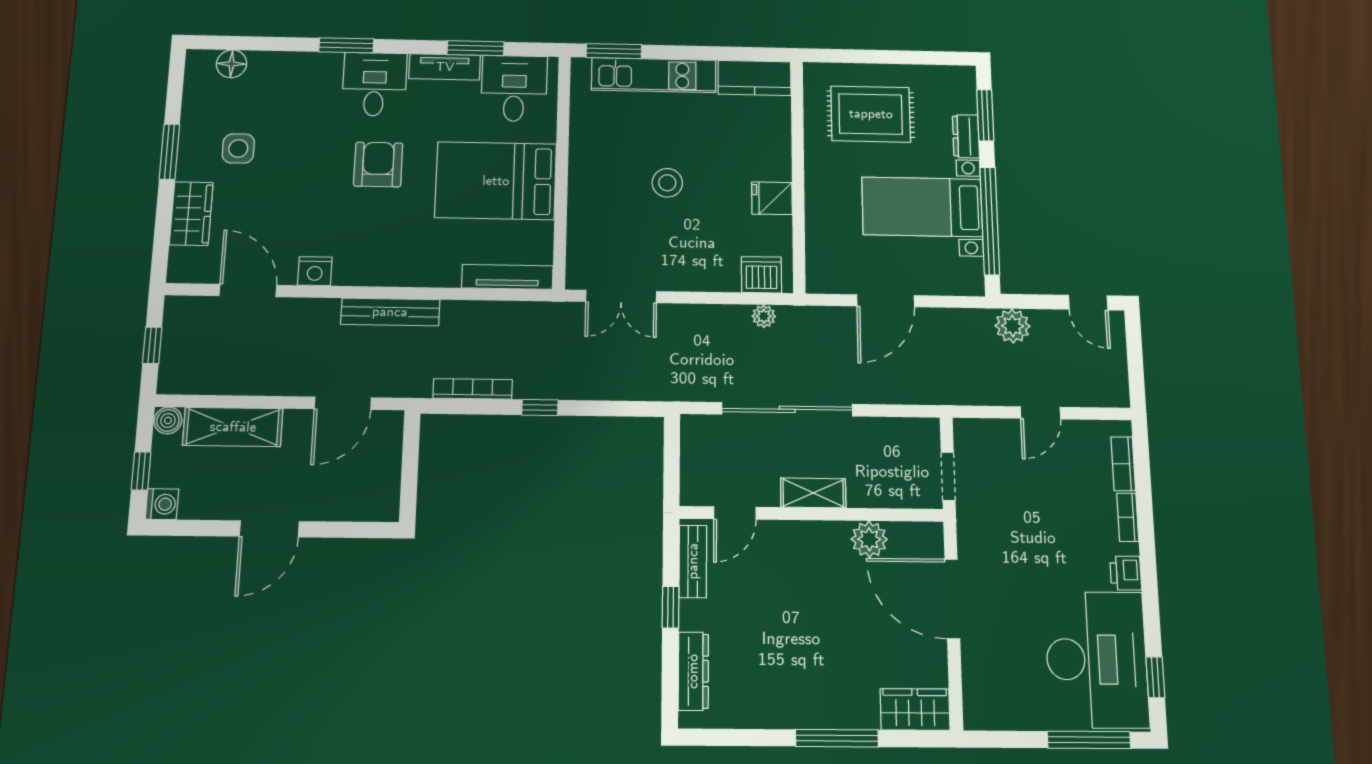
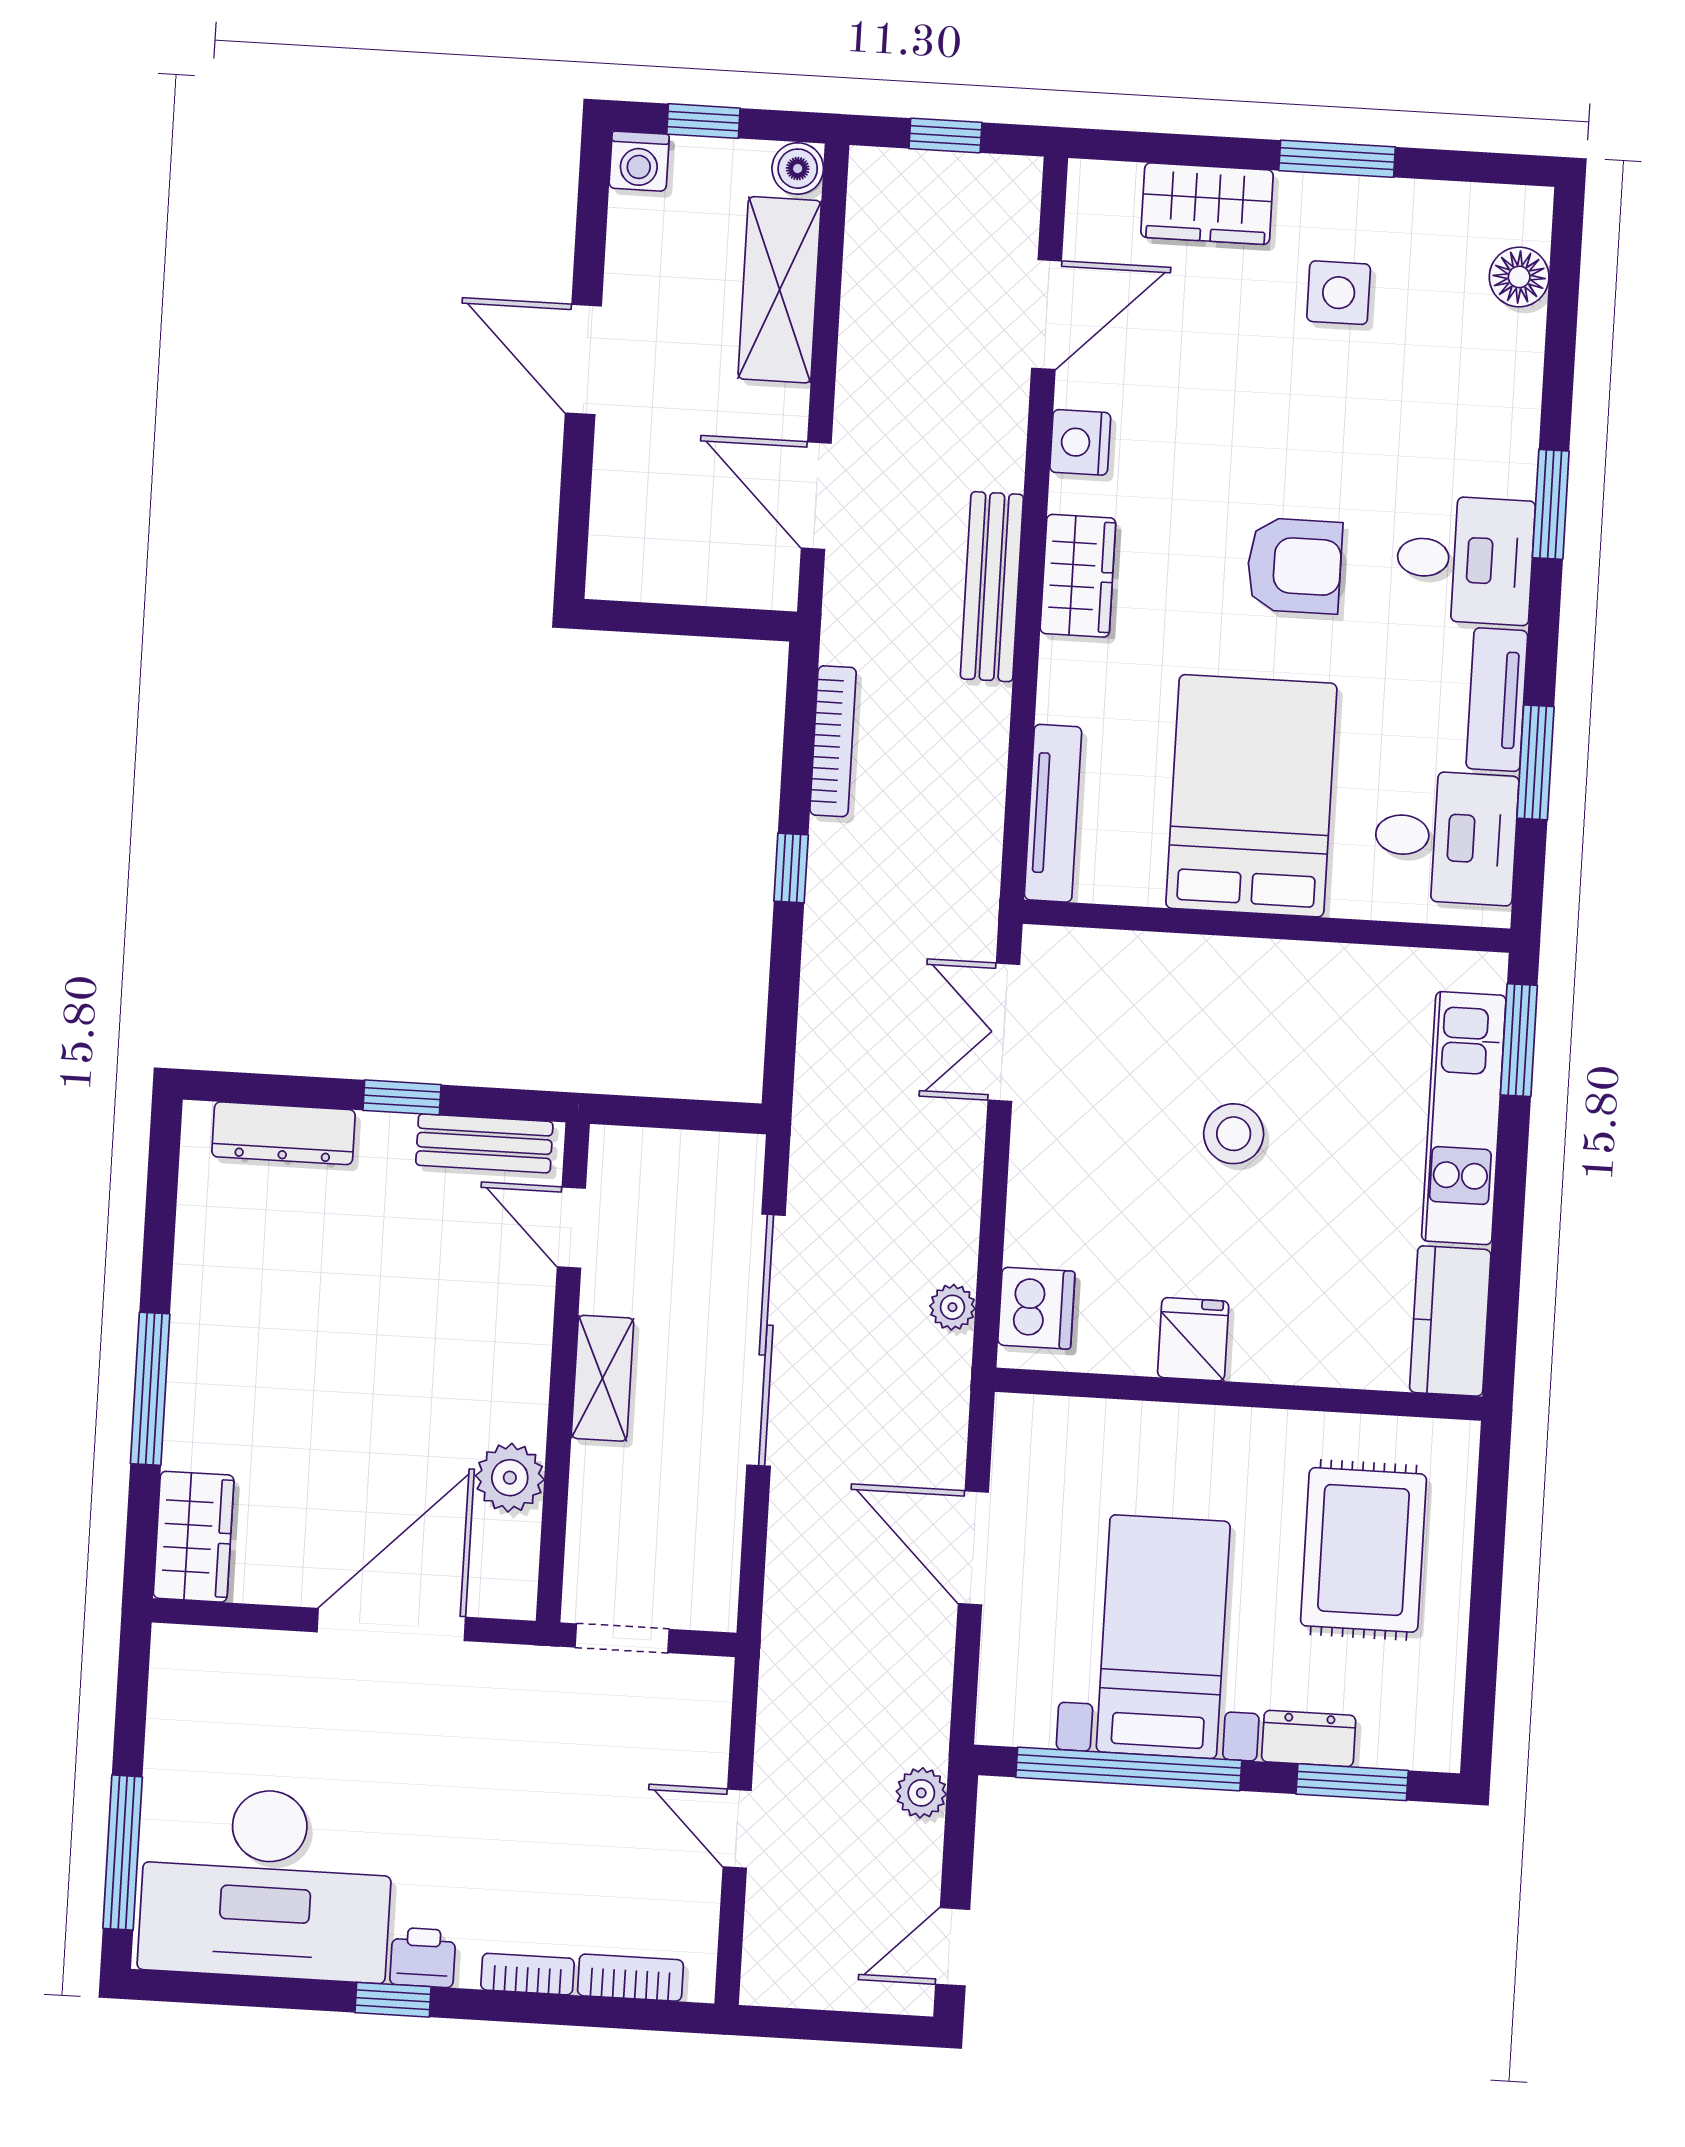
wardrobe: (384, 269) -> (1078, 576), added
plant: (1013, 326) -> (921, 1793), width x0.73, depth x0.73
window: (1155, 677) -> (393, 2000), moved

